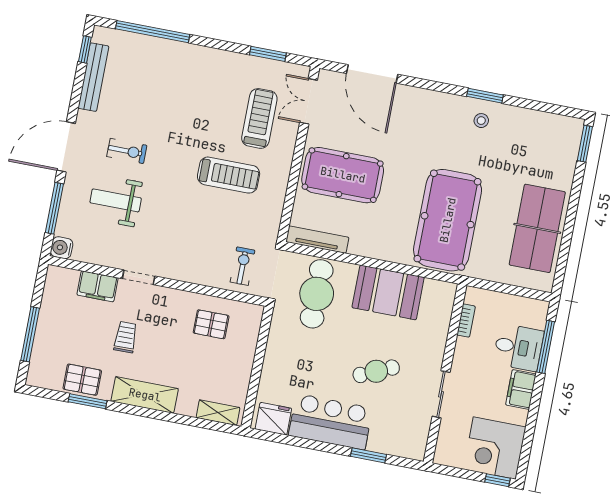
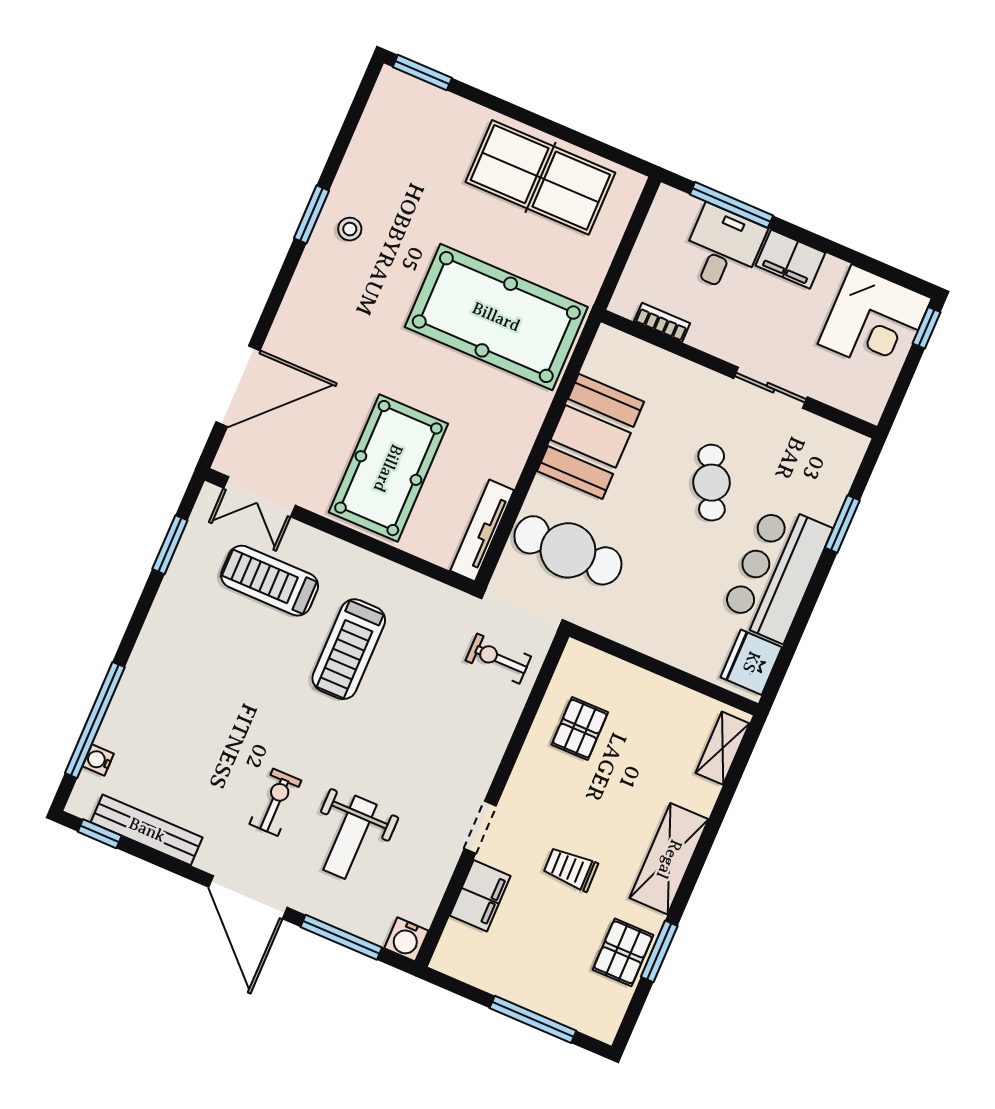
water cooler: (129, 39) -> (98, 760), added
treadmill: (229, 175) -> (349, 649), turned 180

